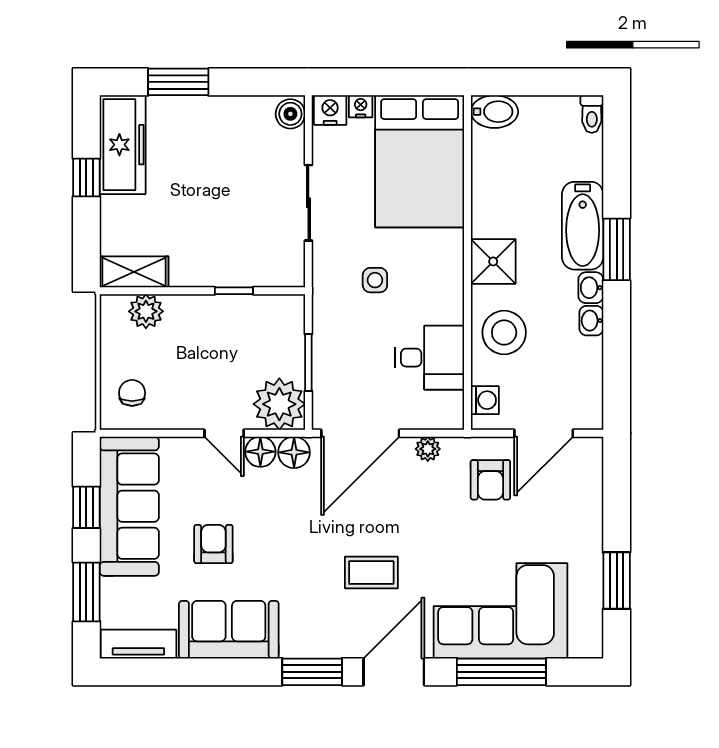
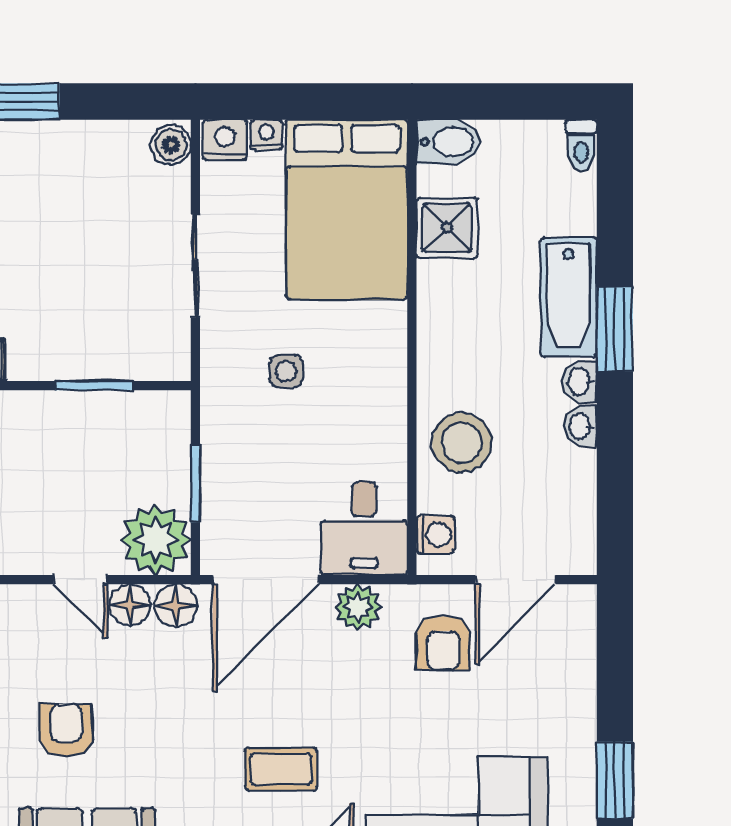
shower: (493, 261) -> (447, 228), moved
window: (234, 291) -> (94, 386), width x1.50
desk: (430, 358) -> (364, 528), moved, turned 90
plant: (428, 449) -> (358, 607), width x1.38, depth x1.38

